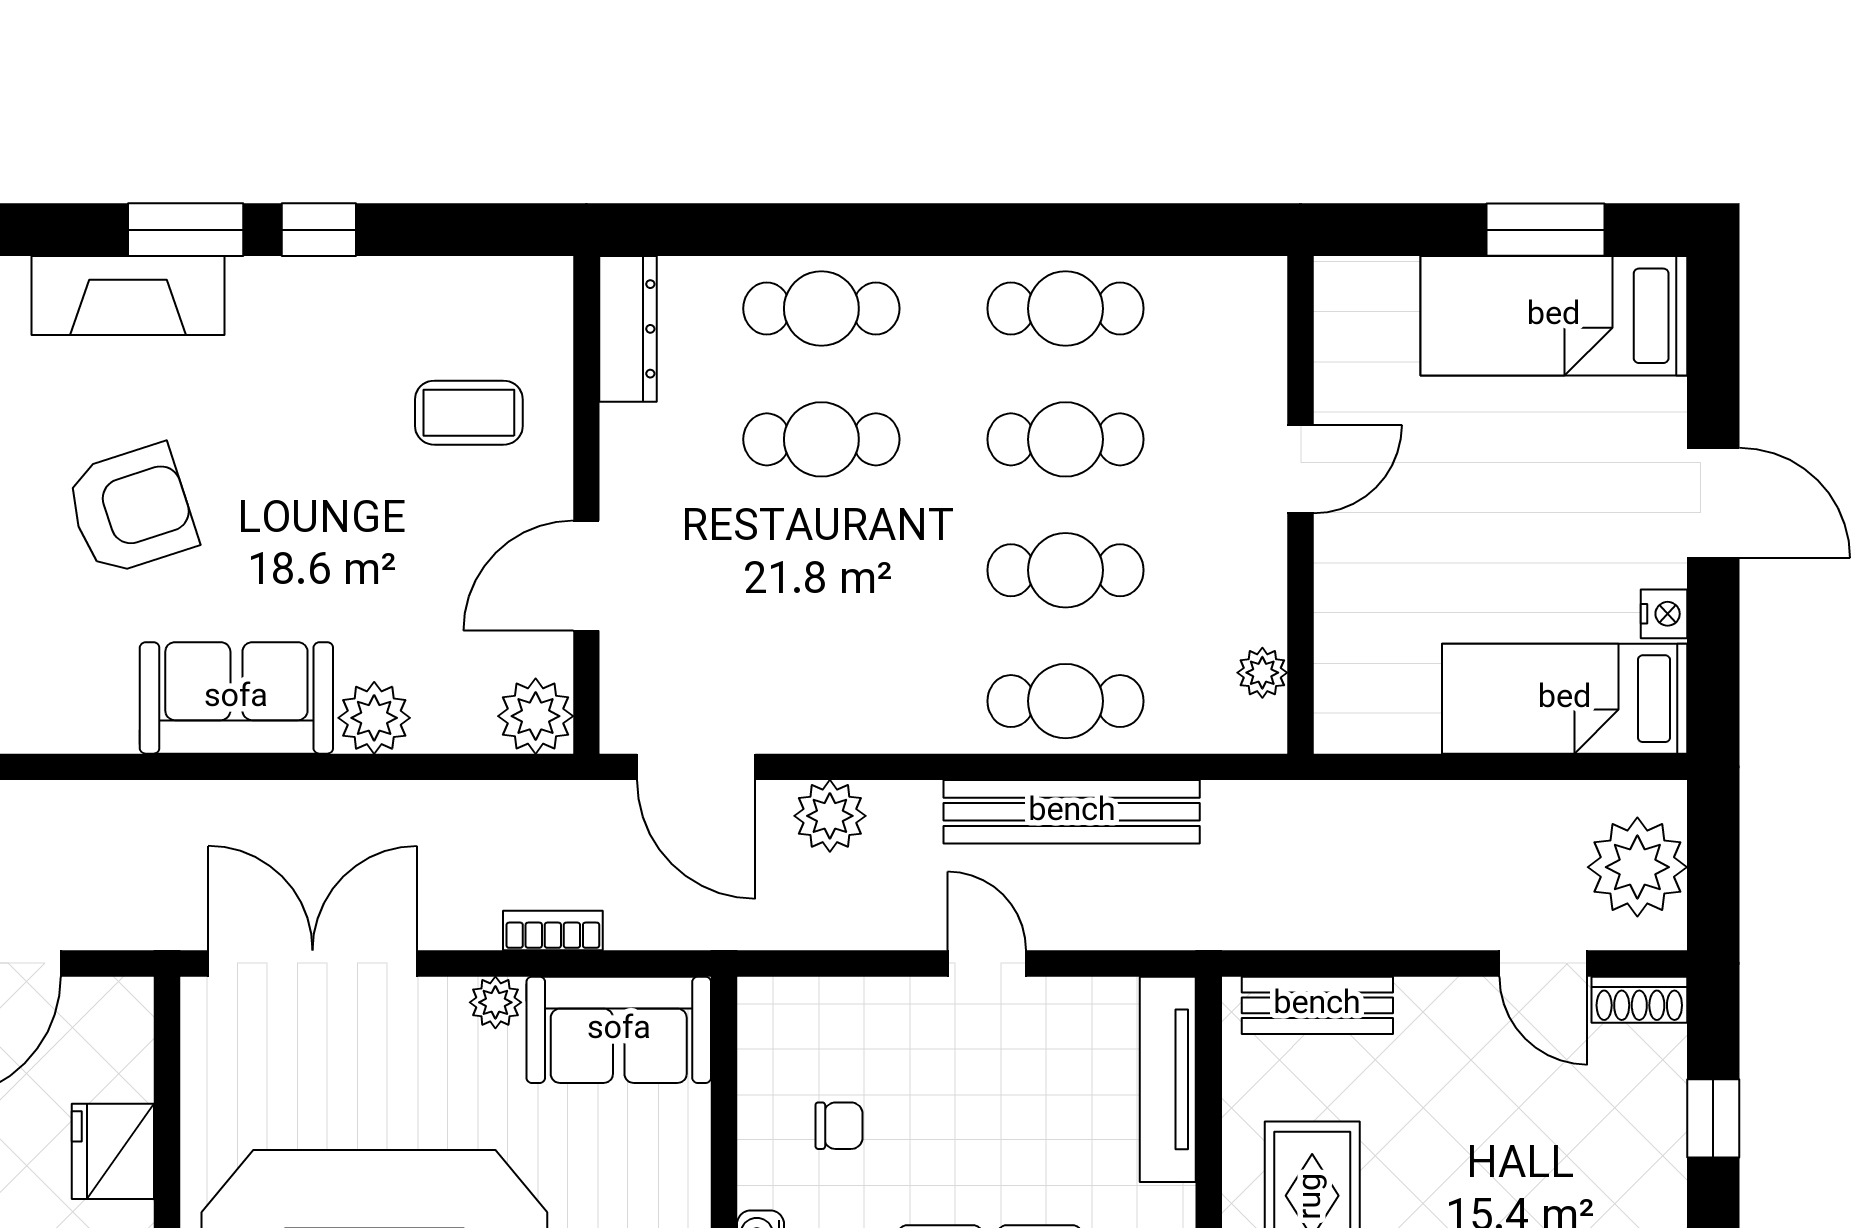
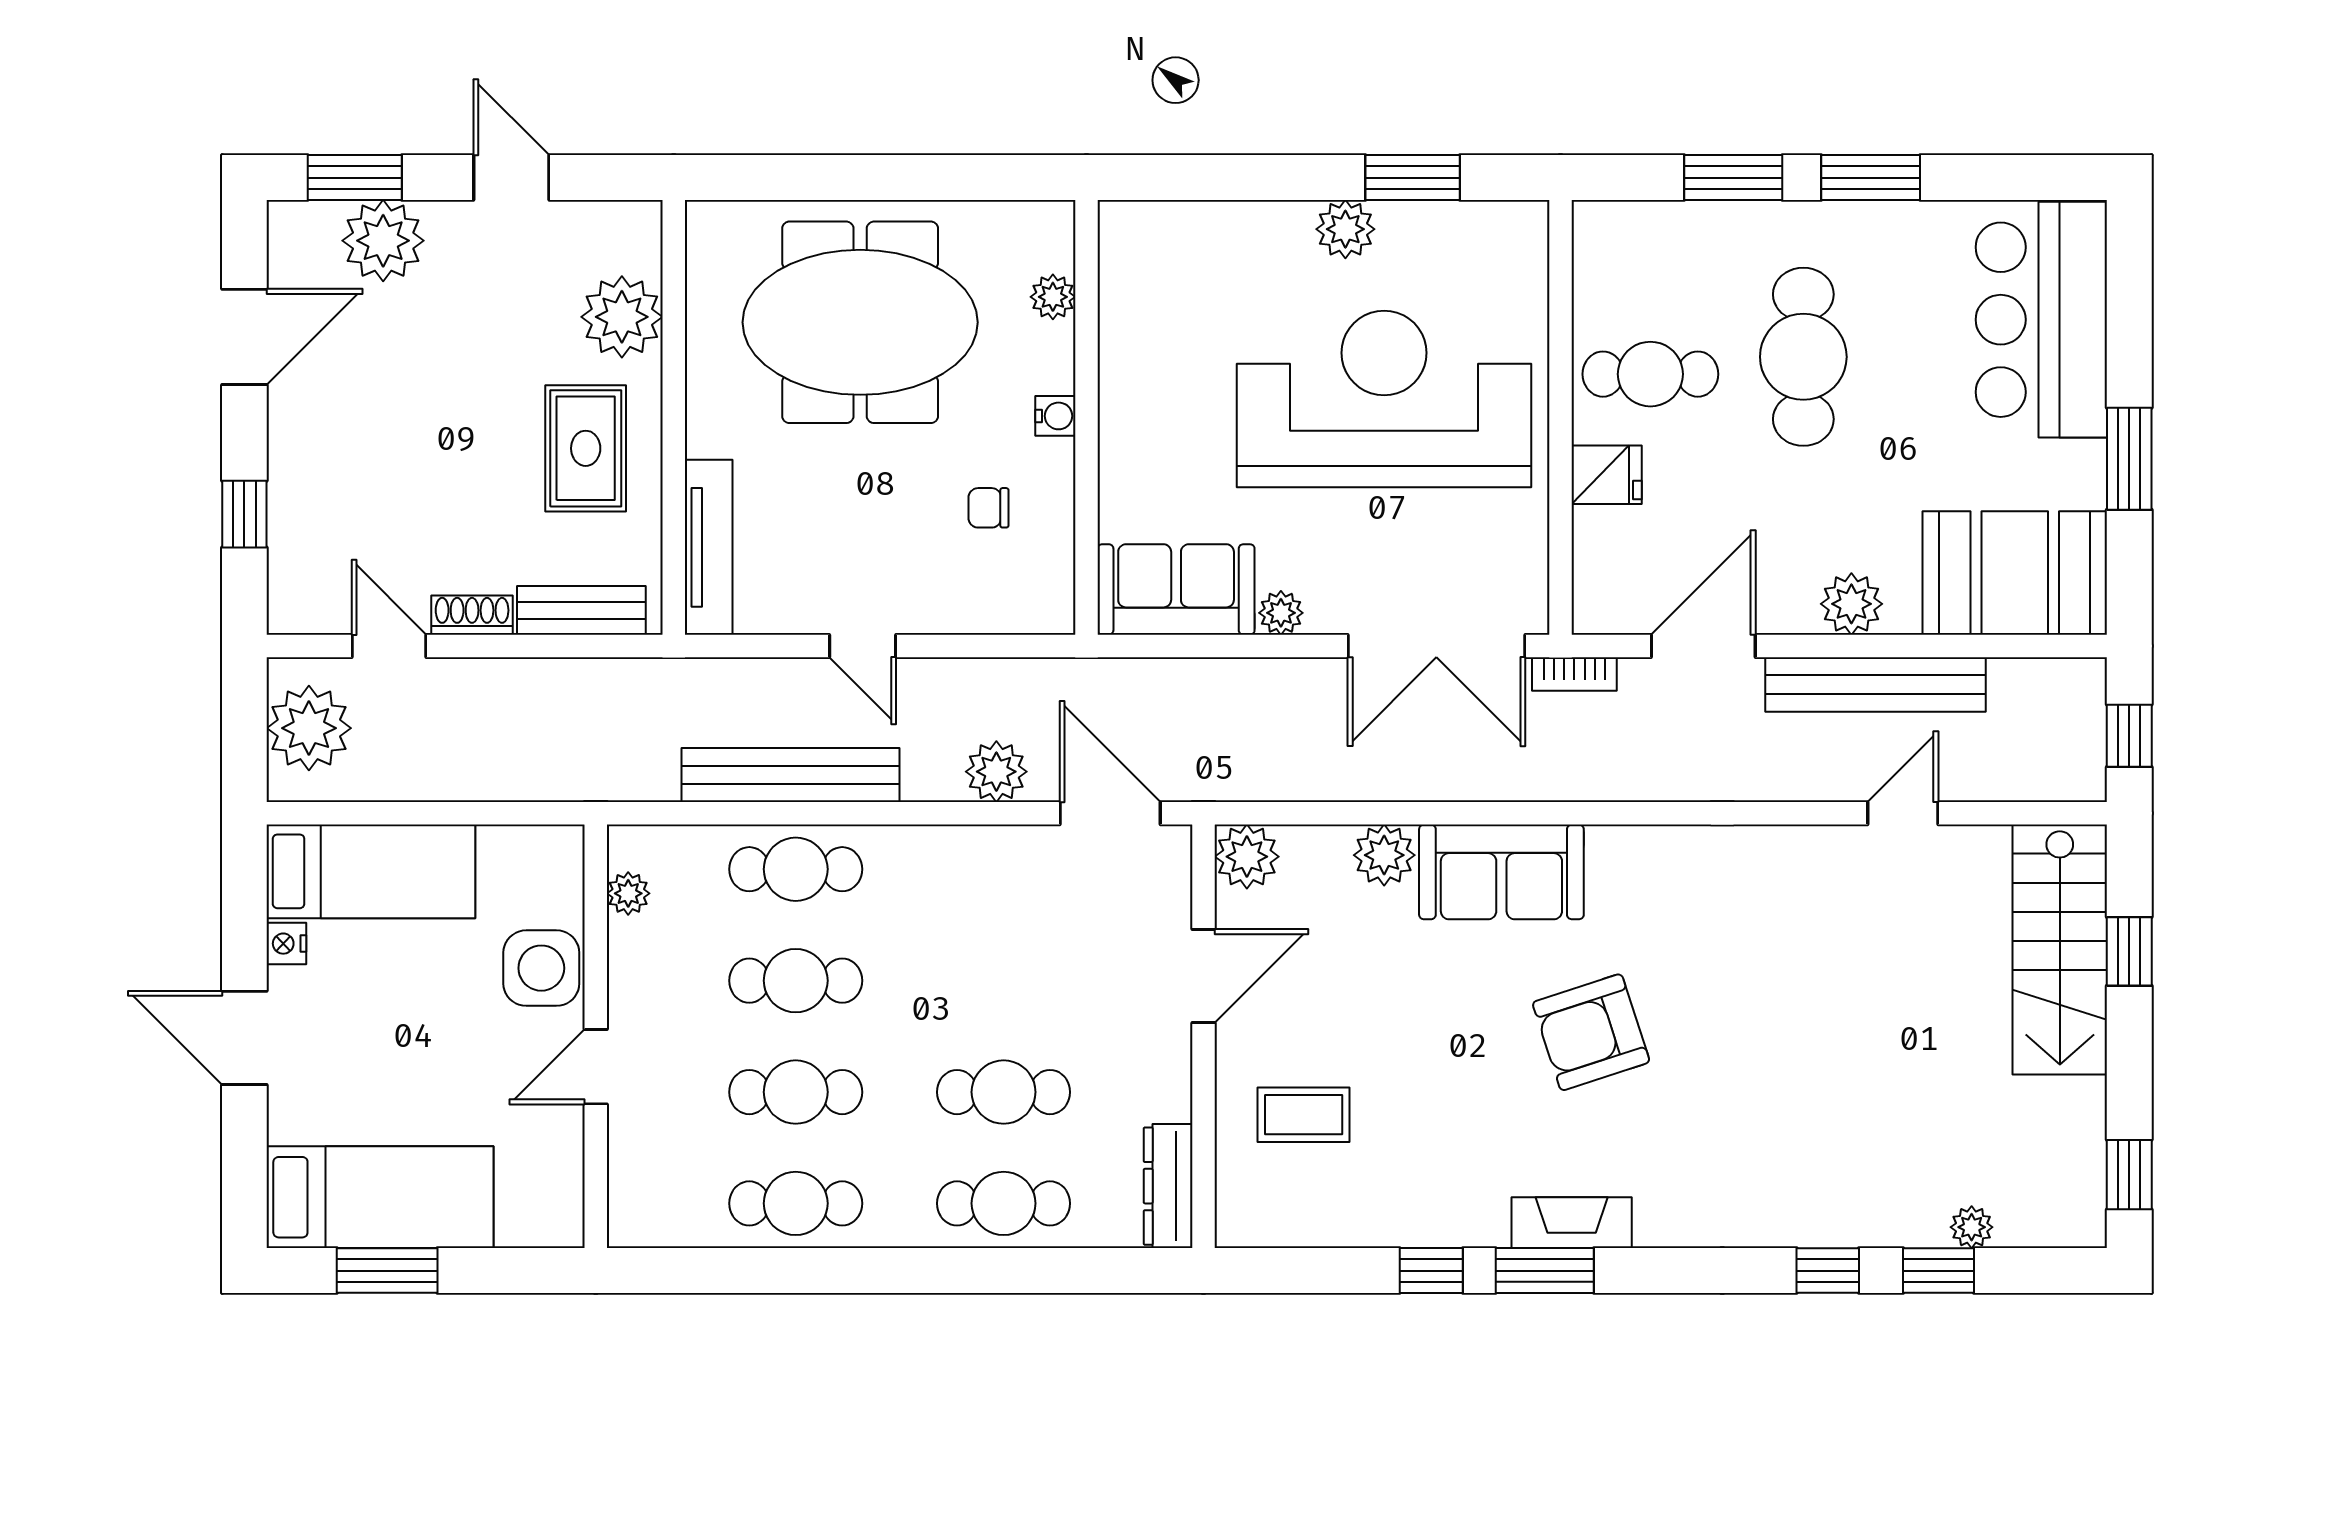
fireplace: (128, 295) -> (1572, 1223), width x0.73, depth x0.76
side table: (1364, 585) -> (541, 968), added
bookcase: (553, 930) -> (1574, 674), moved
shoe rack: (1639, 1000) -> (472, 615), moved
fridge: (113, 1151) -> (1607, 475), width x0.72

